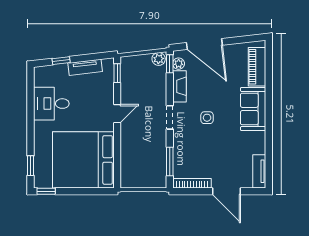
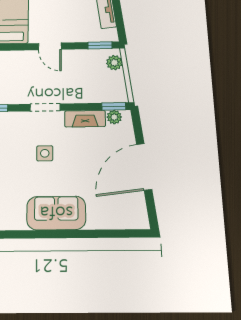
door: (204, 44) -> (144, 167), moved
plant: (159, 59) -> (114, 63), moved
piano: (257, 67) -> (113, 218), removed

